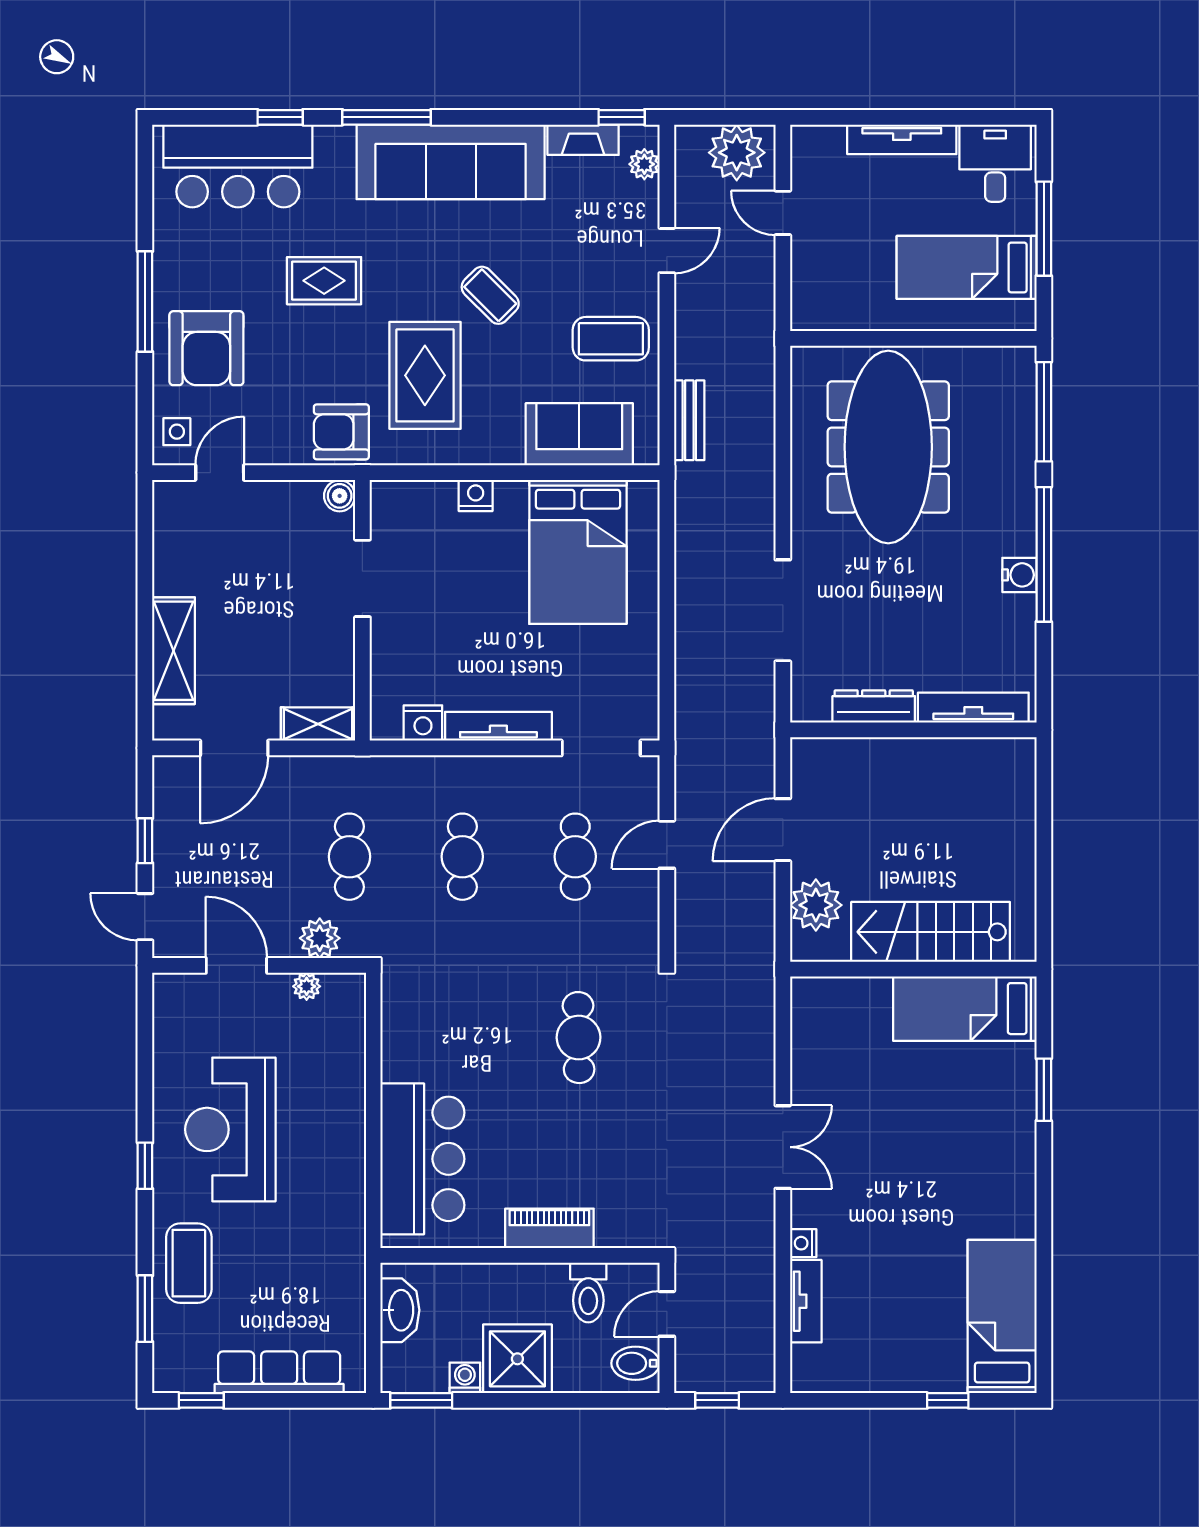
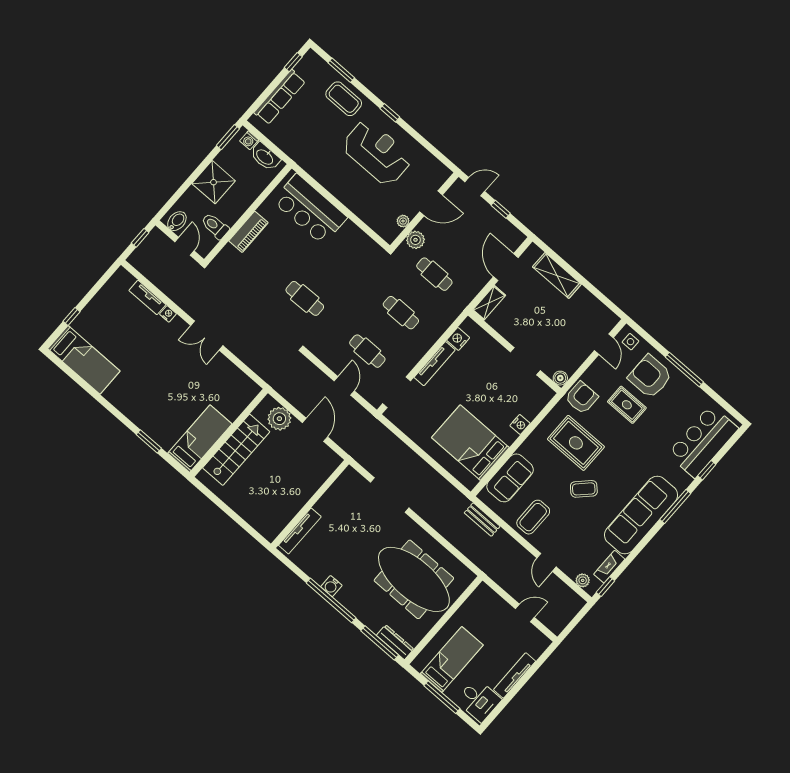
plant: (737, 153) -> (559, 615), removed
rug: (324, 281) -> (627, 405), moved, turned 90
dresser: (874, 706) -> (395, 642), moved, turned -90
washing machine: (465, 1378) -> (249, 140), moved, turned 90

